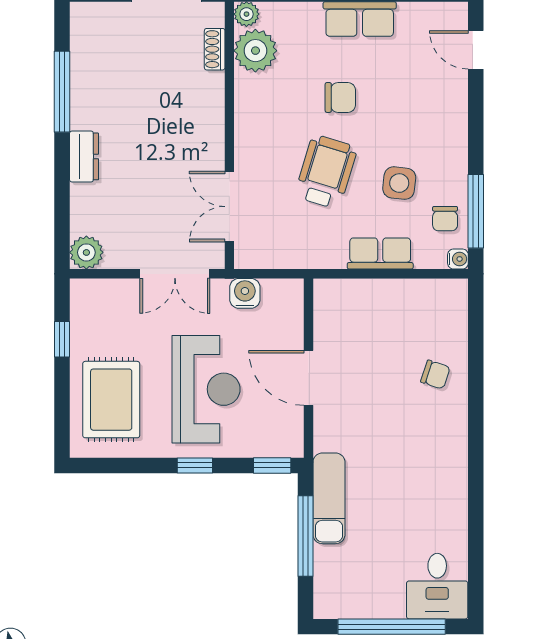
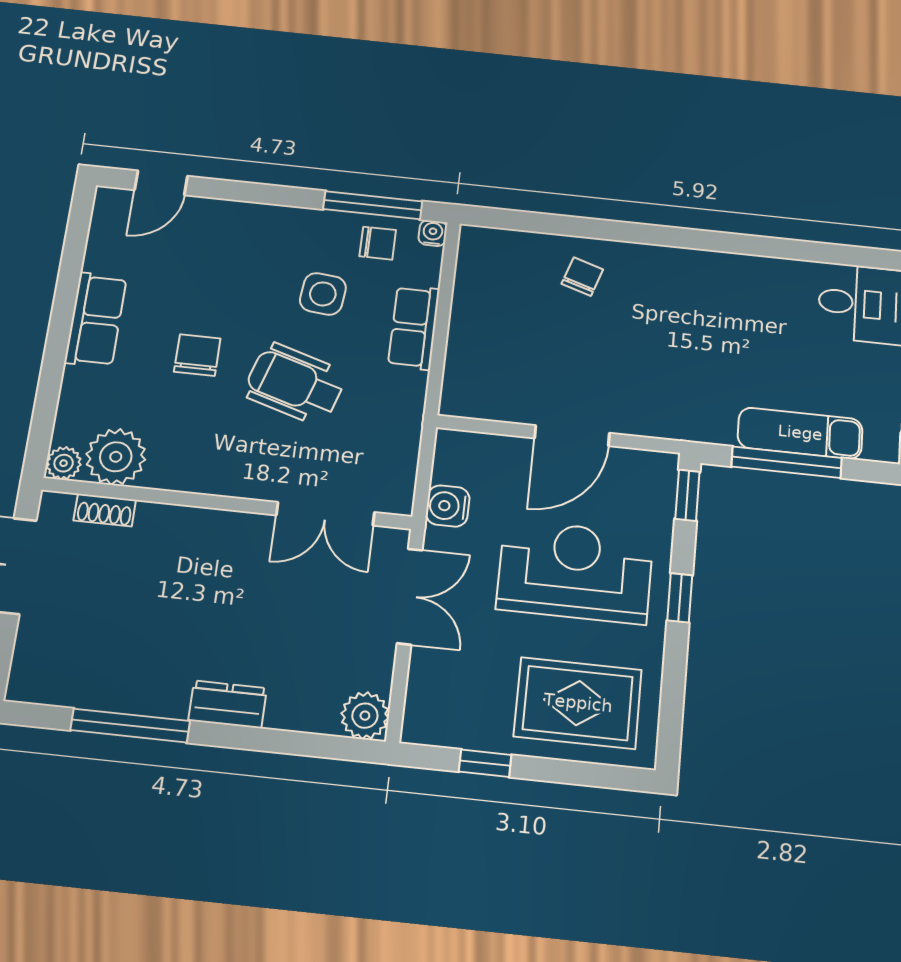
exam couch: (329, 498) -> (800, 433), moved

